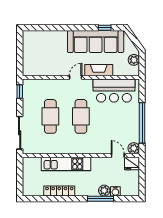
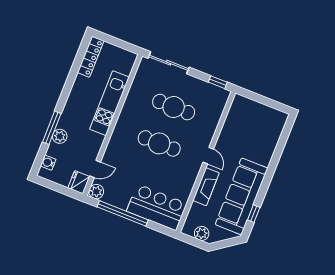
bar counter: (114, 91) -> (157, 207), moved, turned 90
locker: (59, 191) -> (91, 57), moved
water cooler: (115, 191) -> (48, 163), moved

